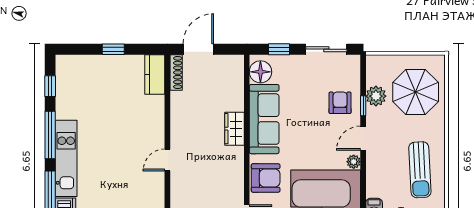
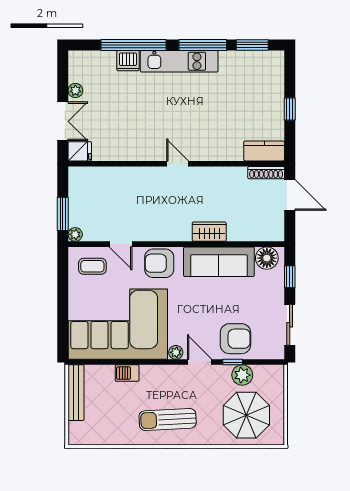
window: (50, 86) -> (252, 45), width x1.50
armchair: (340, 103) -> (235, 339), width x1.38, depth x1.38
armchair: (266, 178) -> (159, 263), turned 90

